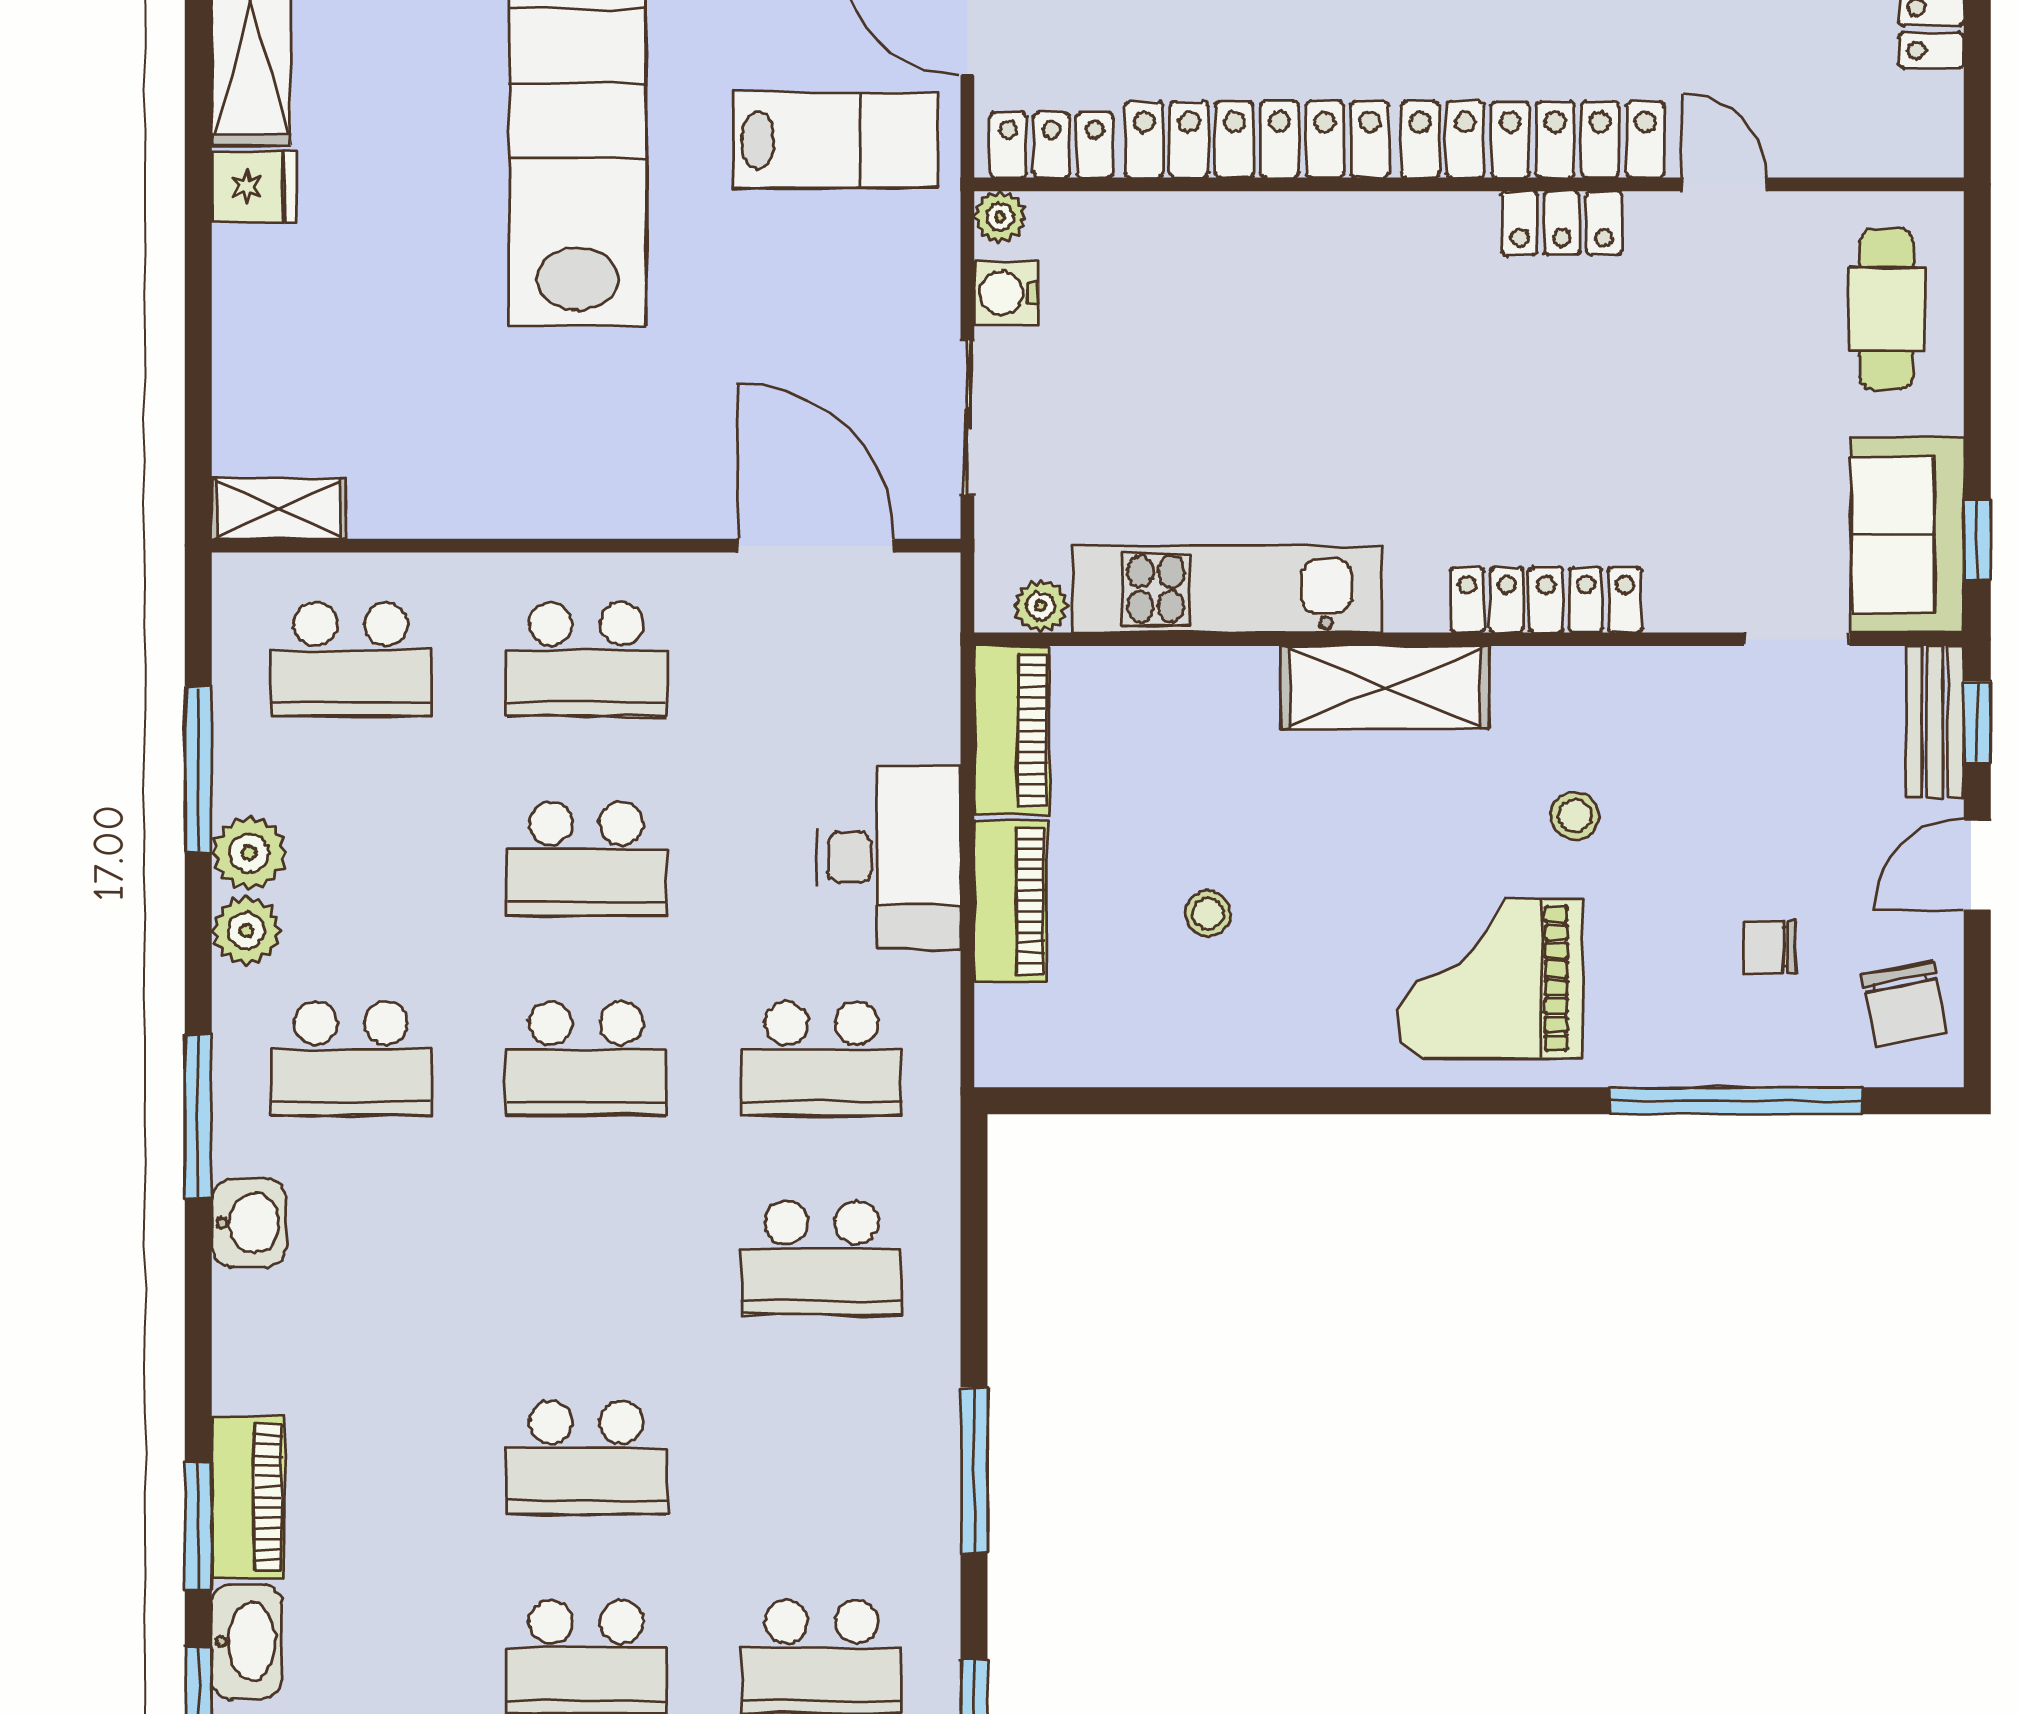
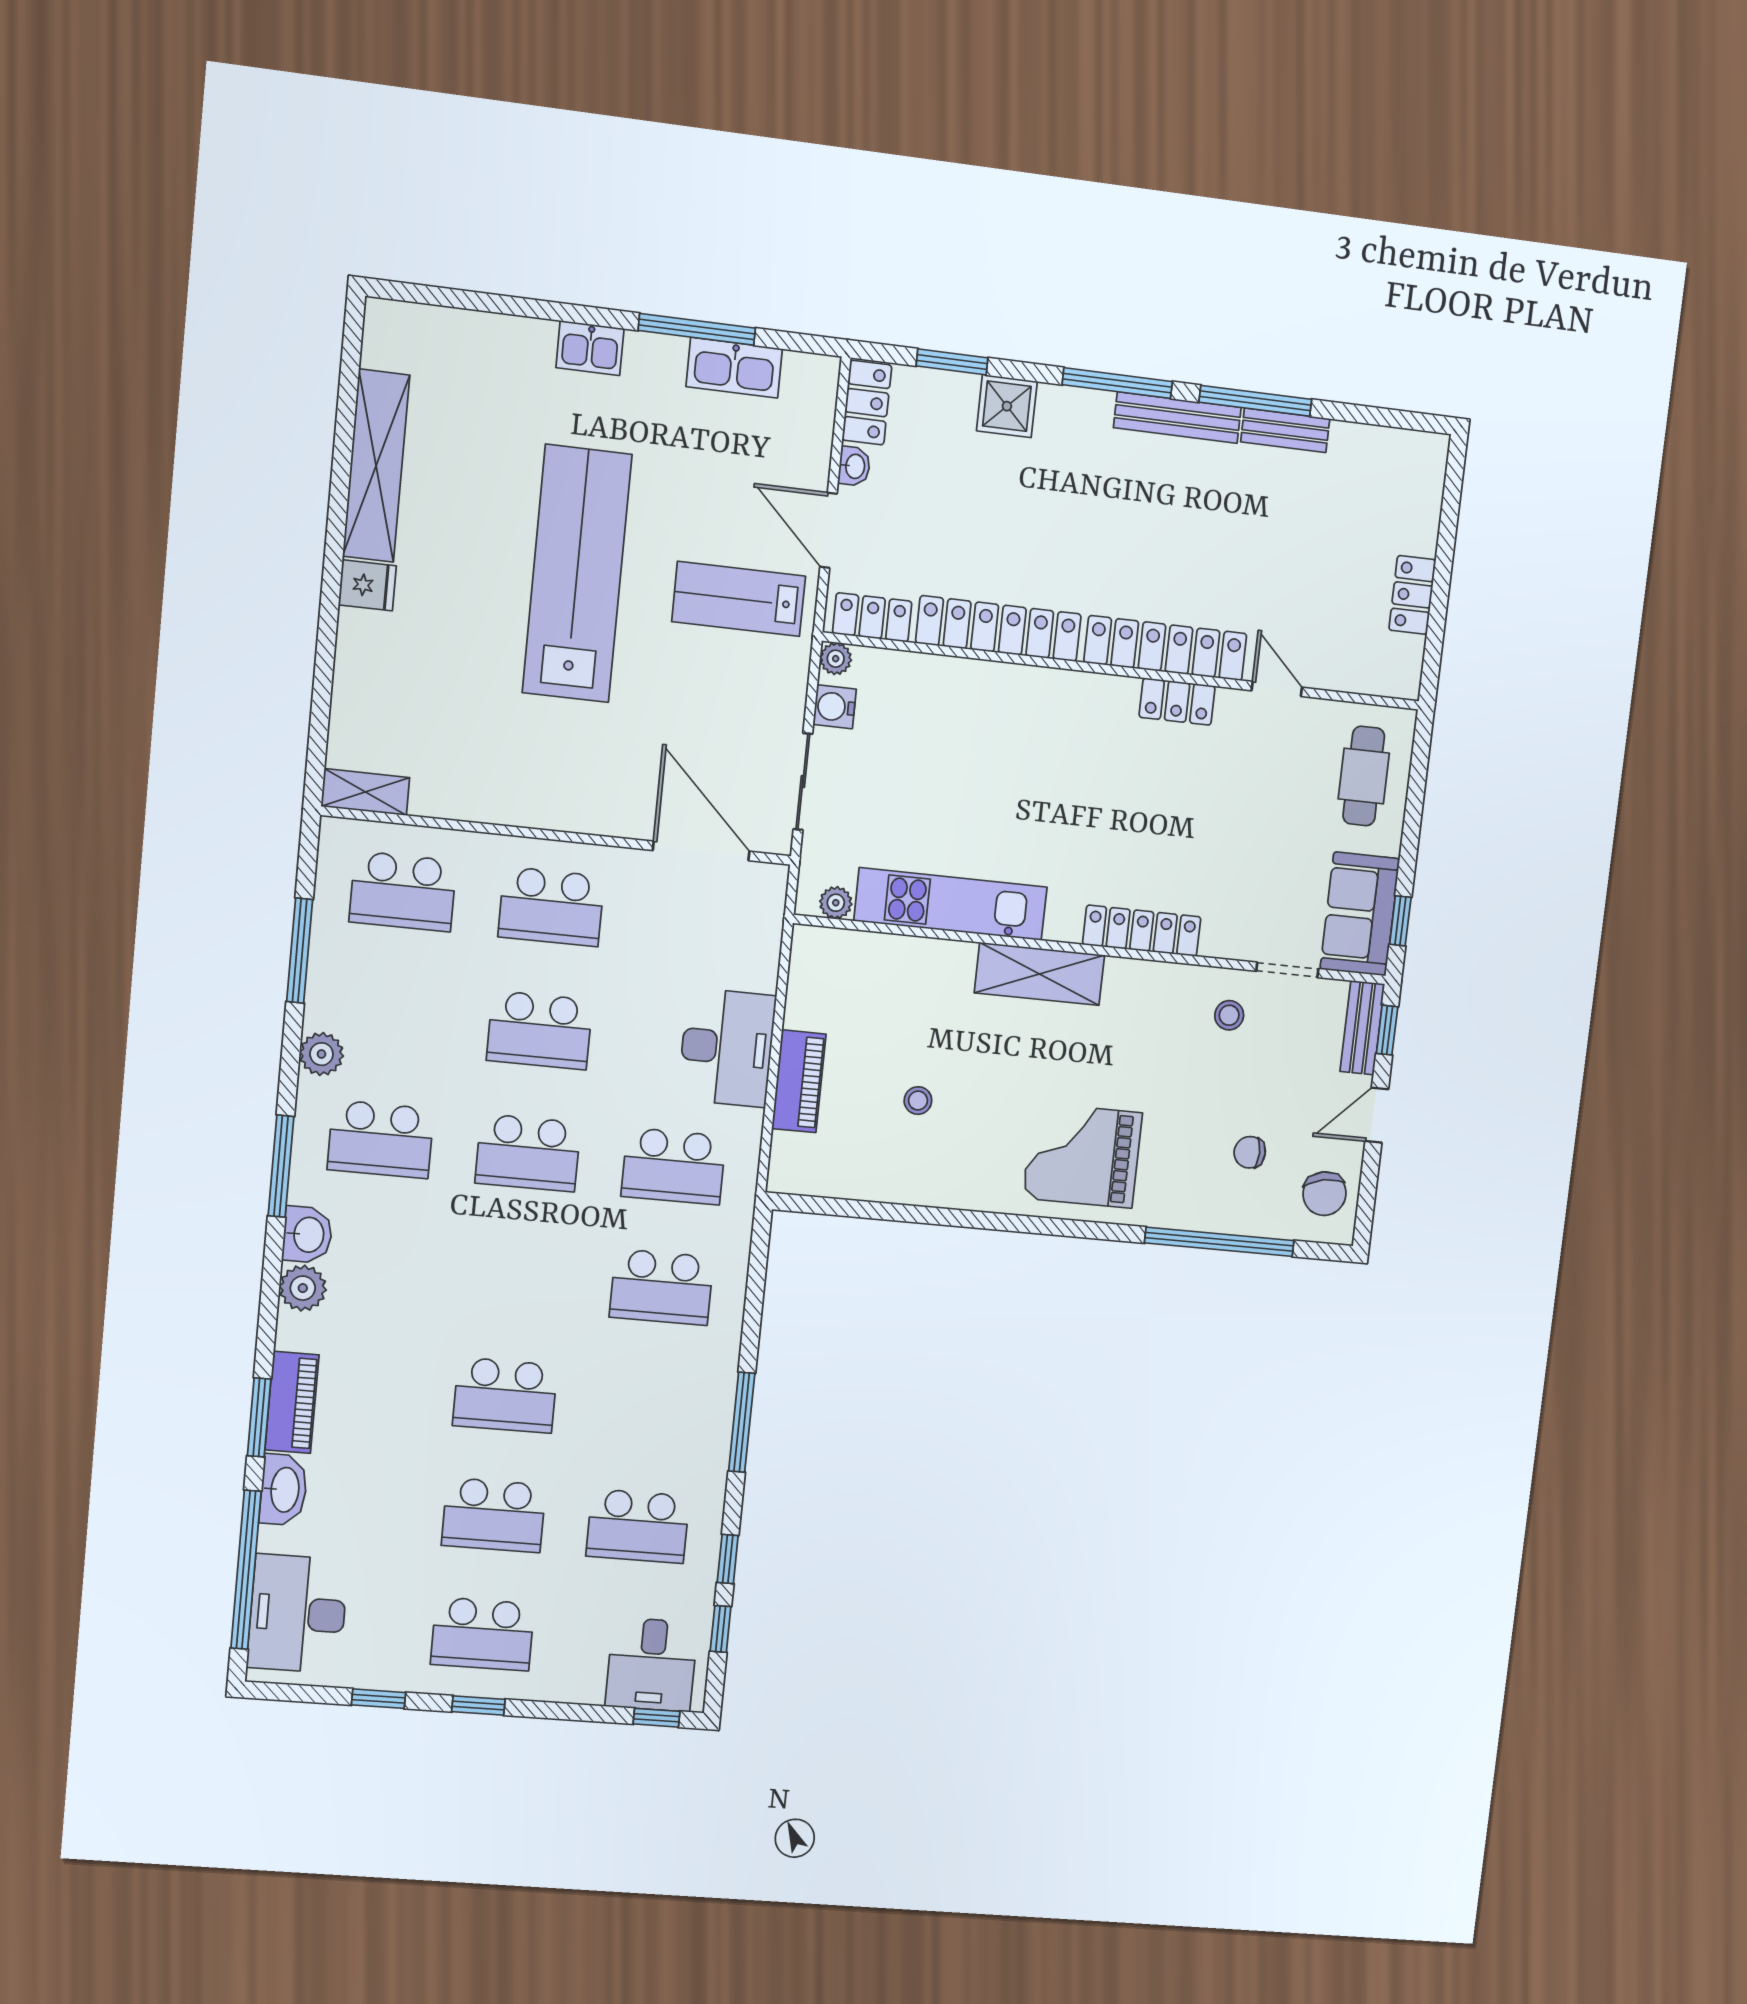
lab bench: (836, 140) -> (739, 599), turned 180
piano: (1012, 730) -> (810, 977), removed
stool: (1575, 816) -> (1229, 1015), moved
plant: (249, 853) -> (303, 1288), moved

